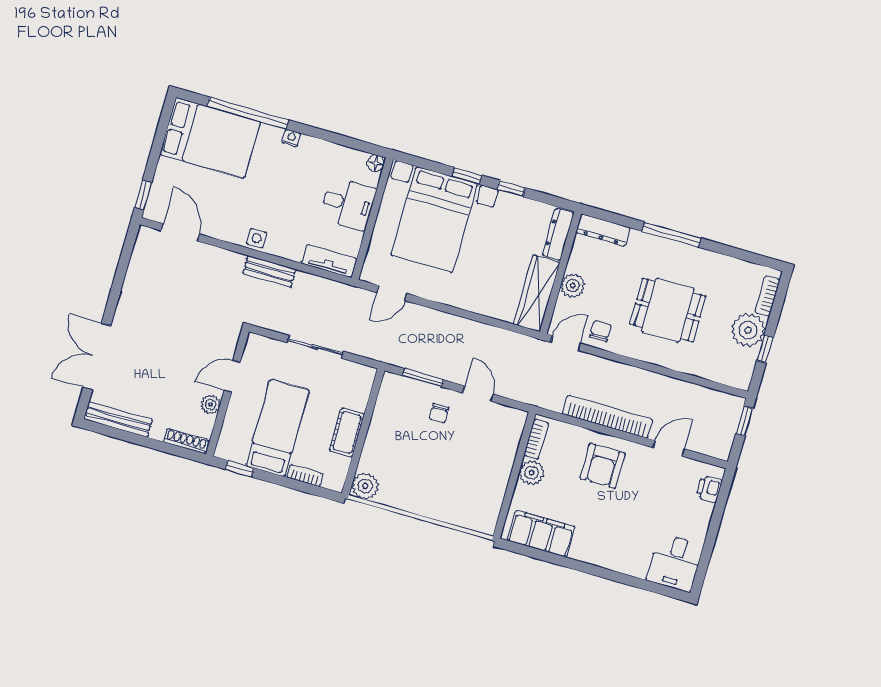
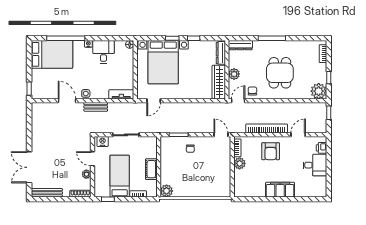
desk: (348, 204) -> (103, 52), moved, turned -90
door: (180, 232) -> (67, 101), moved
dining table: (668, 310) -> (280, 73), turned 90
plant: (748, 330) -> (319, 91), moved
nightstand: (263, 347) -> (103, 141), added
door: (232, 376) -> (93, 159), hinge flipped
door: (478, 394) -> (221, 135), moved
filing cabinet: (541, 534) -> (280, 190), moved
desk: (675, 563) -> (315, 165), moved, turned -90

